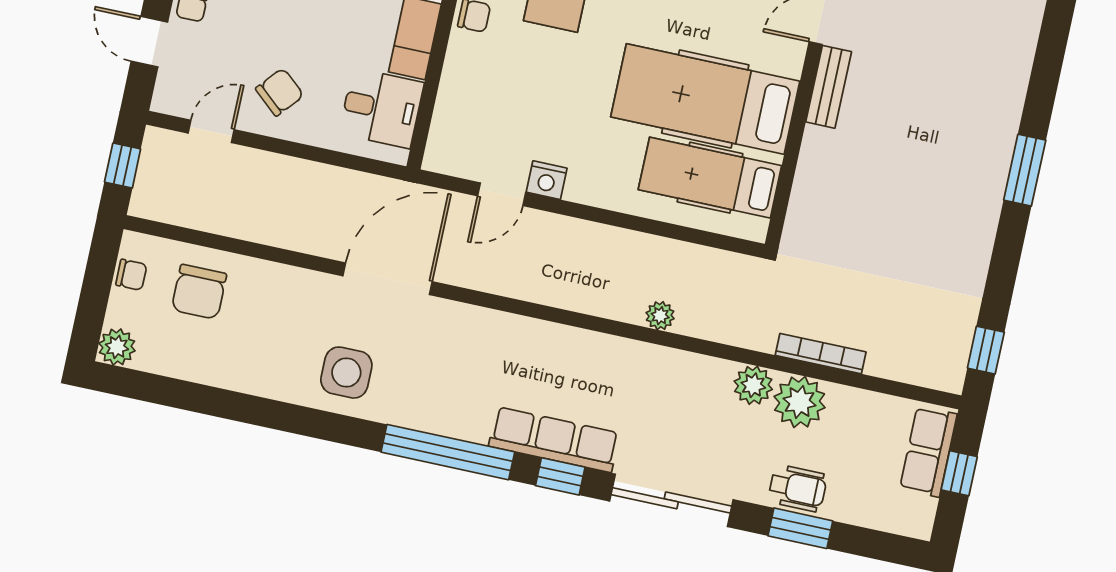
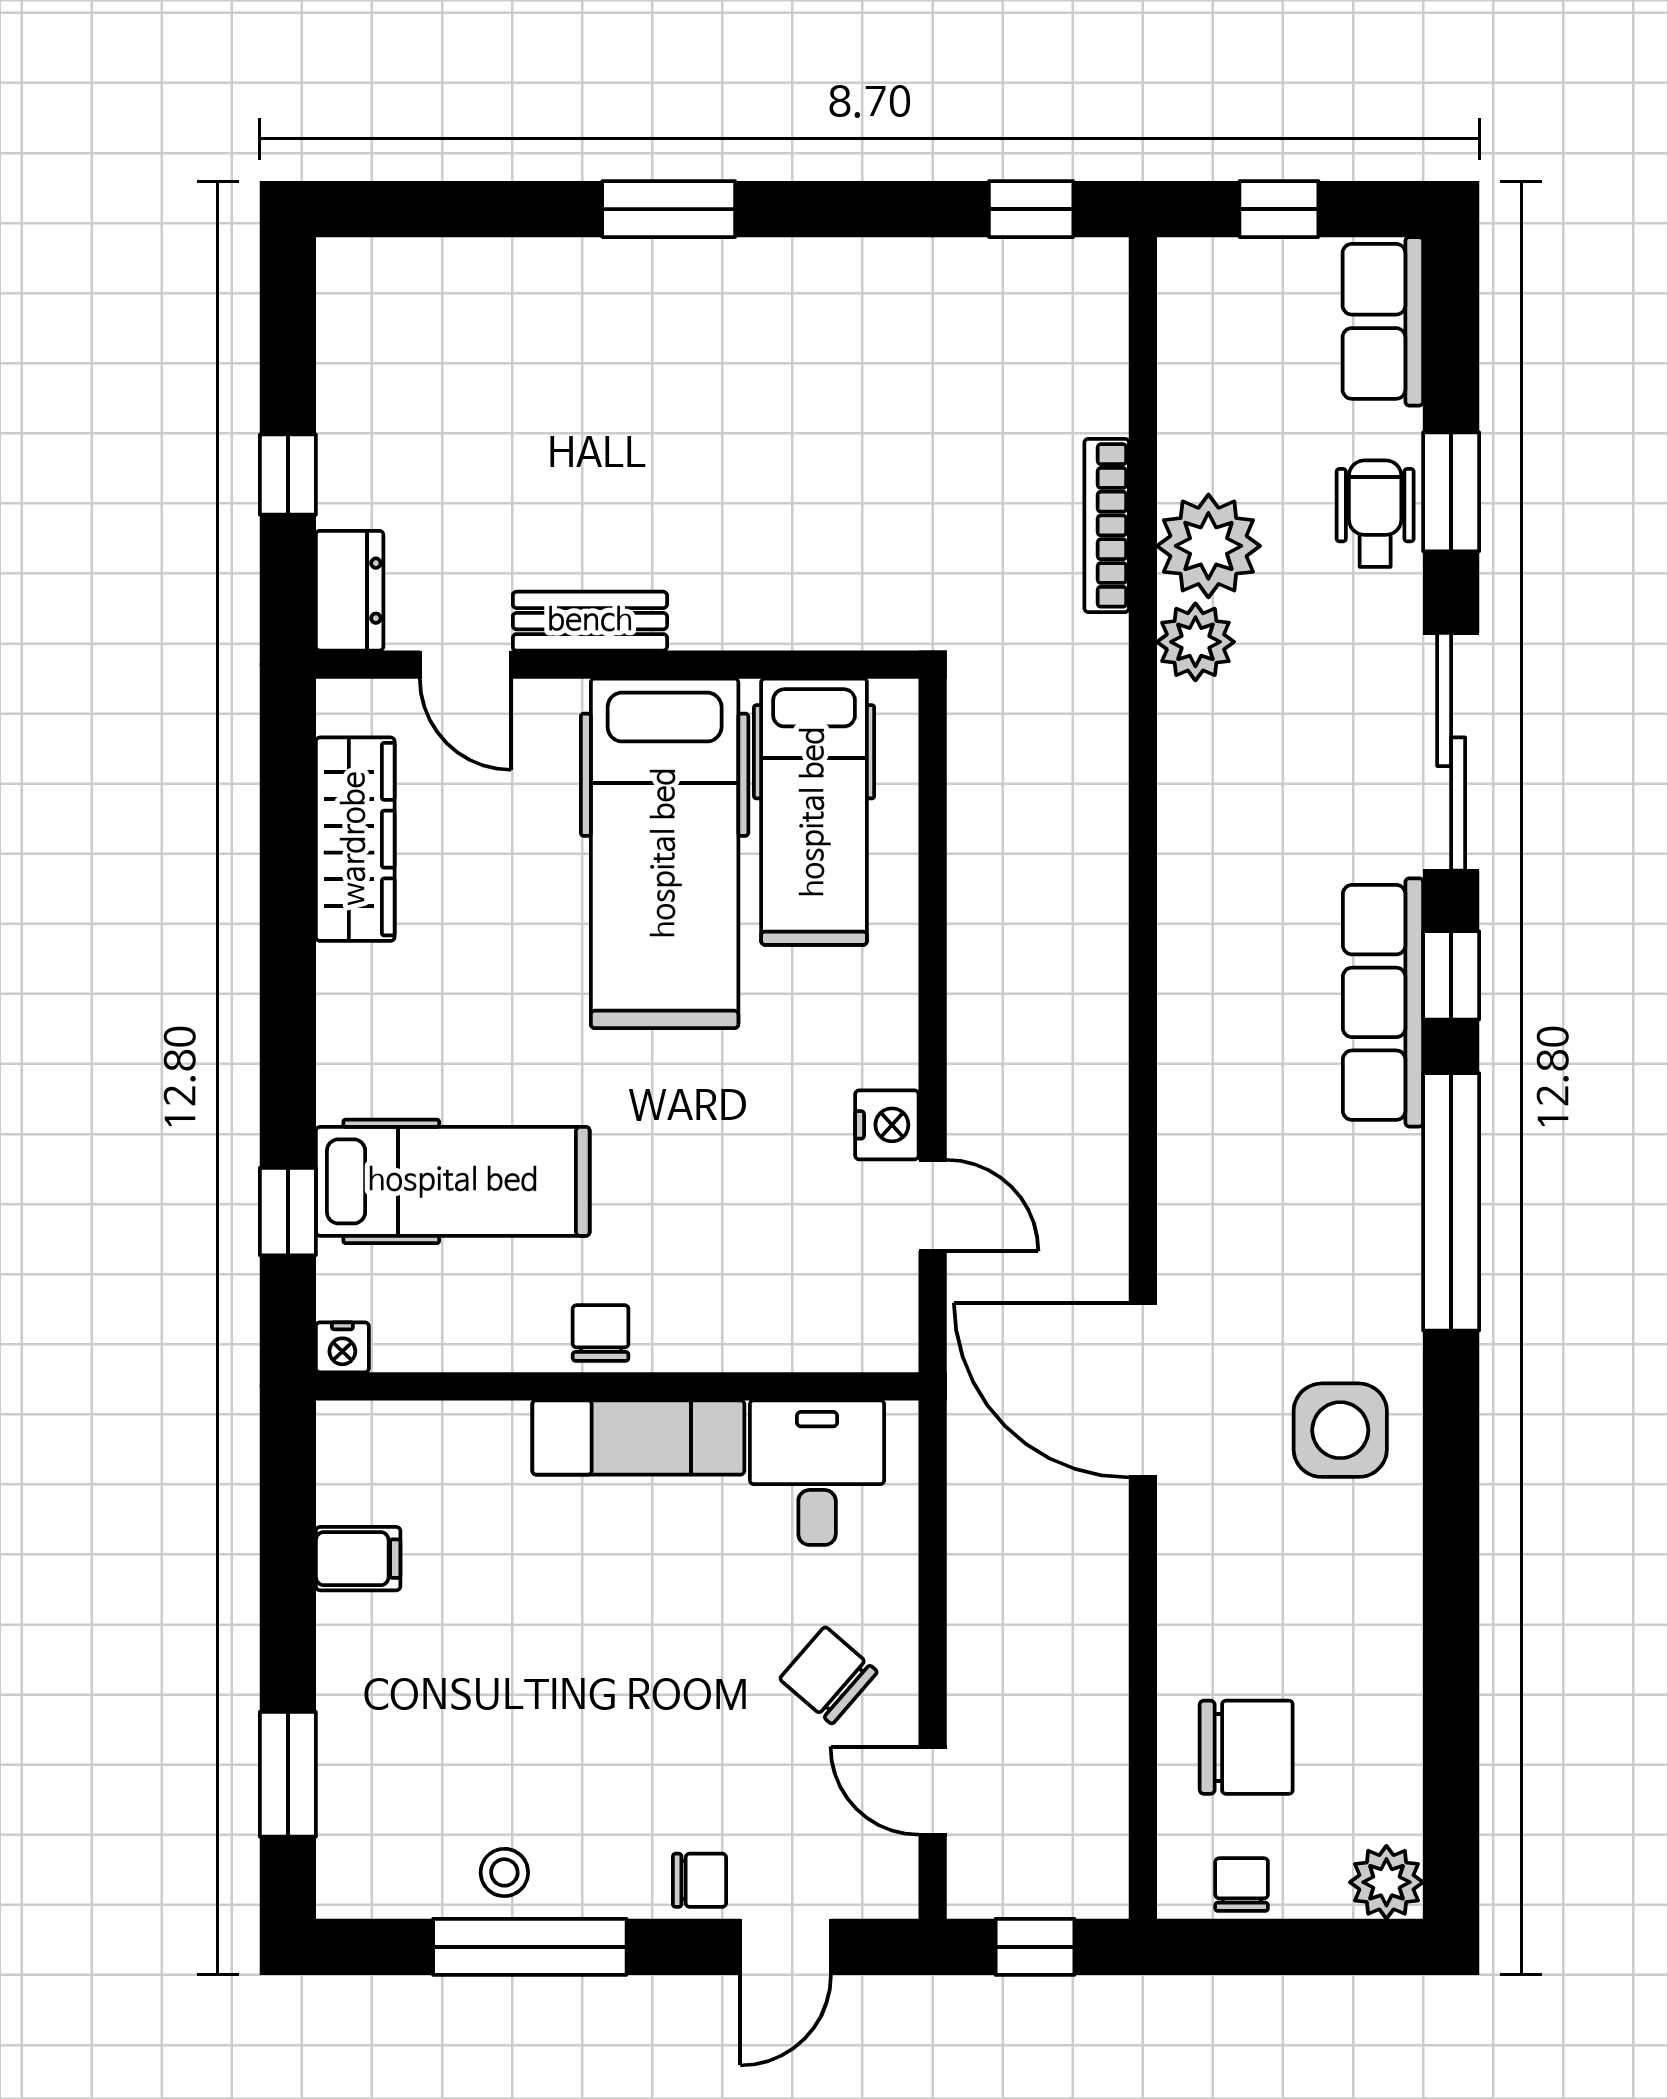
plant: (660, 316) -> (1100, 850), removed
row of seats: (928, 451) -> (1383, 321), moved, turned 90

